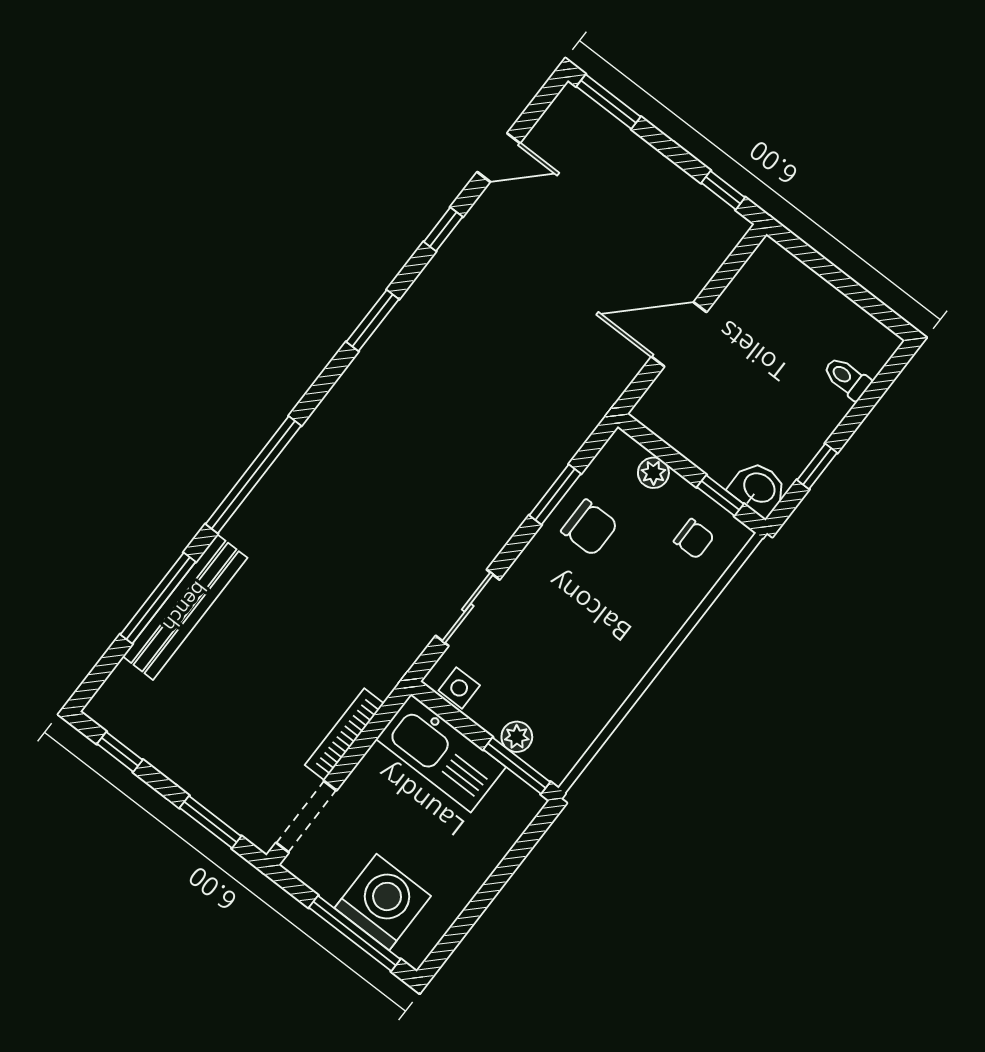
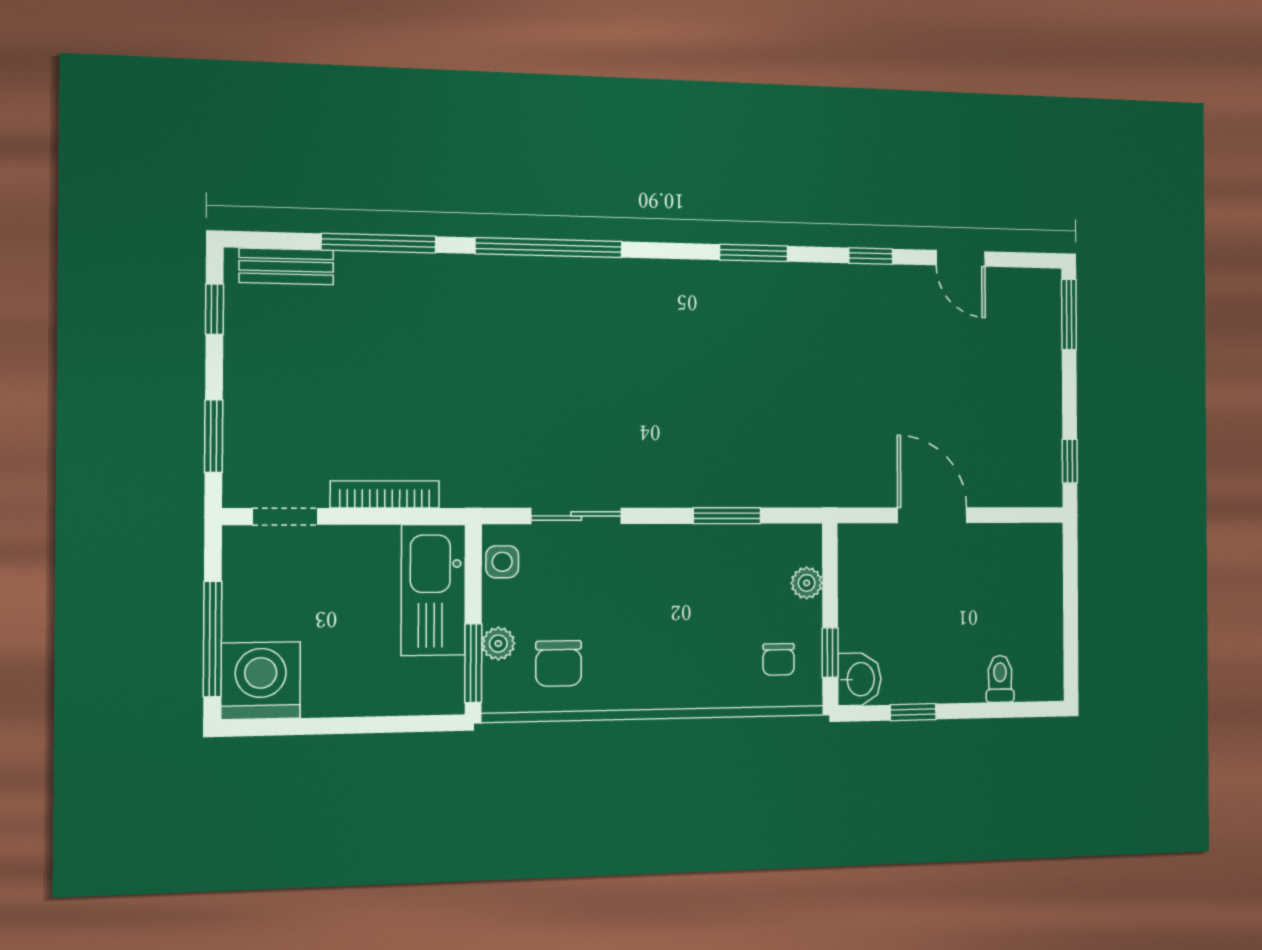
chair: (589, 528) -> (559, 663), moved
bench: (185, 607) -> (286, 266), moved, width x0.54, depth x0.82
doorway: (306, 817) -> (285, 517), width x0.73
washing machine: (383, 902) -> (261, 681), moved, turned -90

